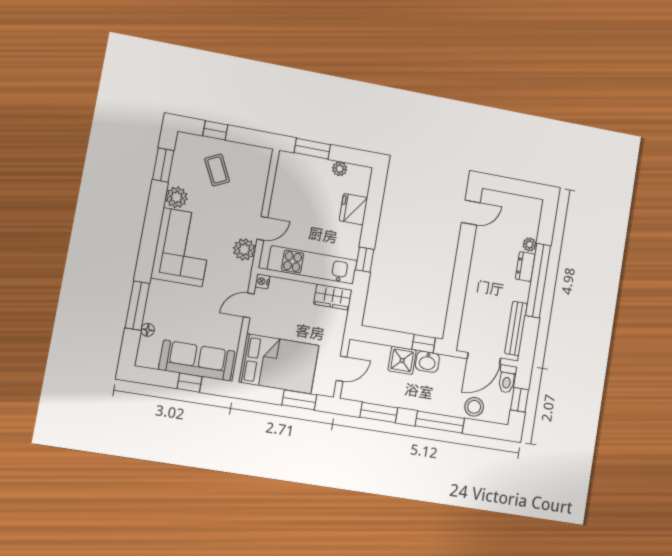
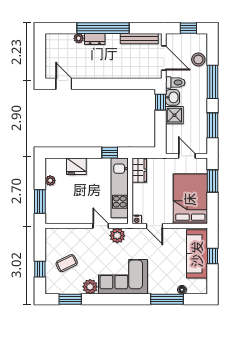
toilet: (507, 379) -> (175, 82), moved

